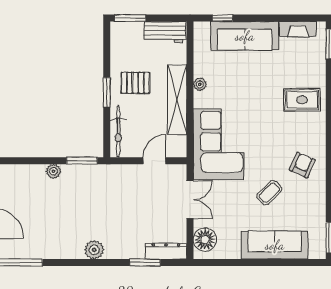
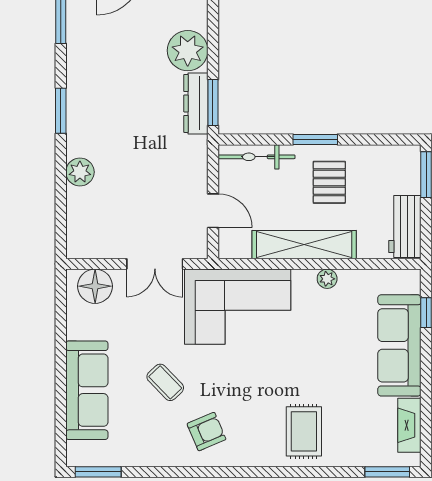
armchair: (302, 165) -> (206, 432), turned -47
plant: (53, 171) -> (188, 51), width x1.88, depth x1.88
plant: (94, 250) -> (80, 172), moved
dresser: (166, 251) -> (196, 103), moved, turned 180
window: (145, 263) -> (61, 111), moved

